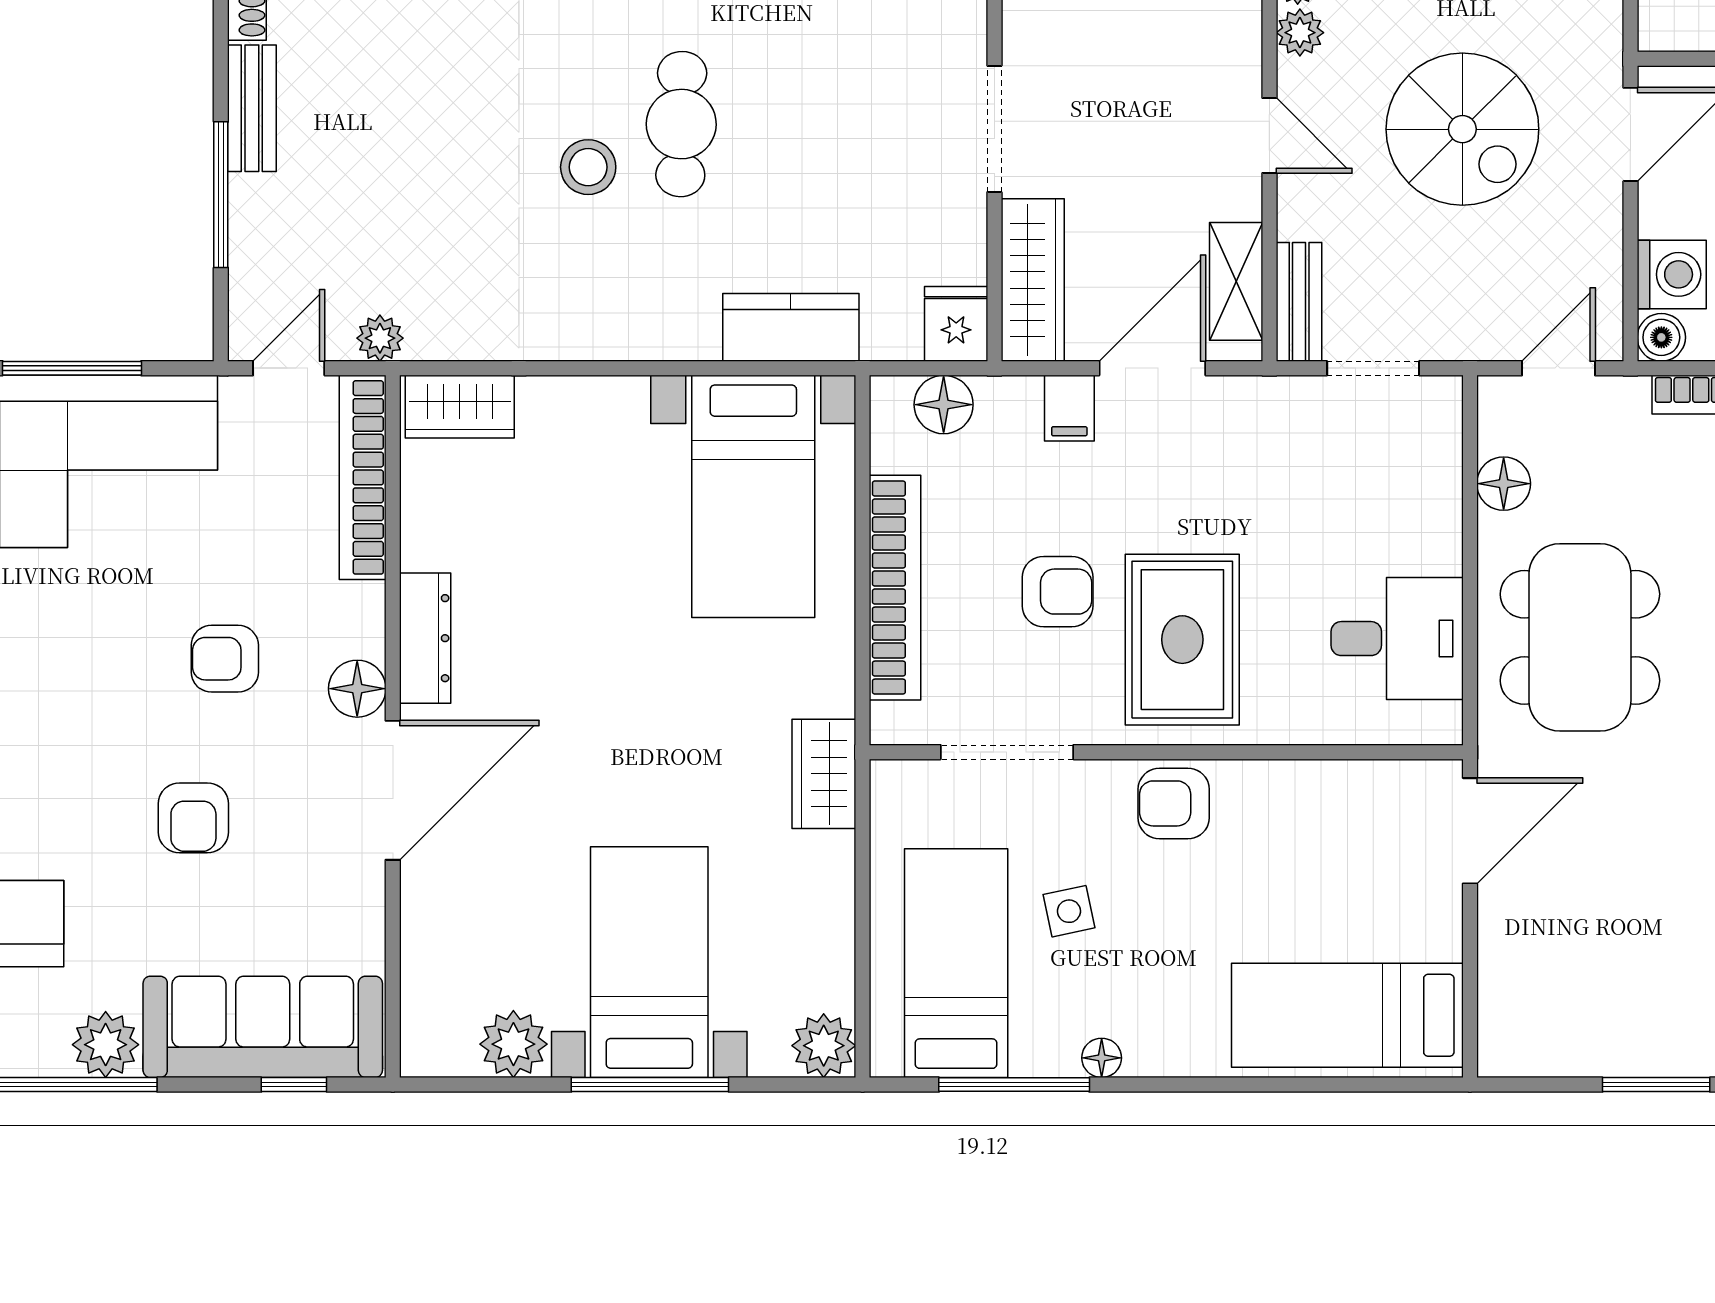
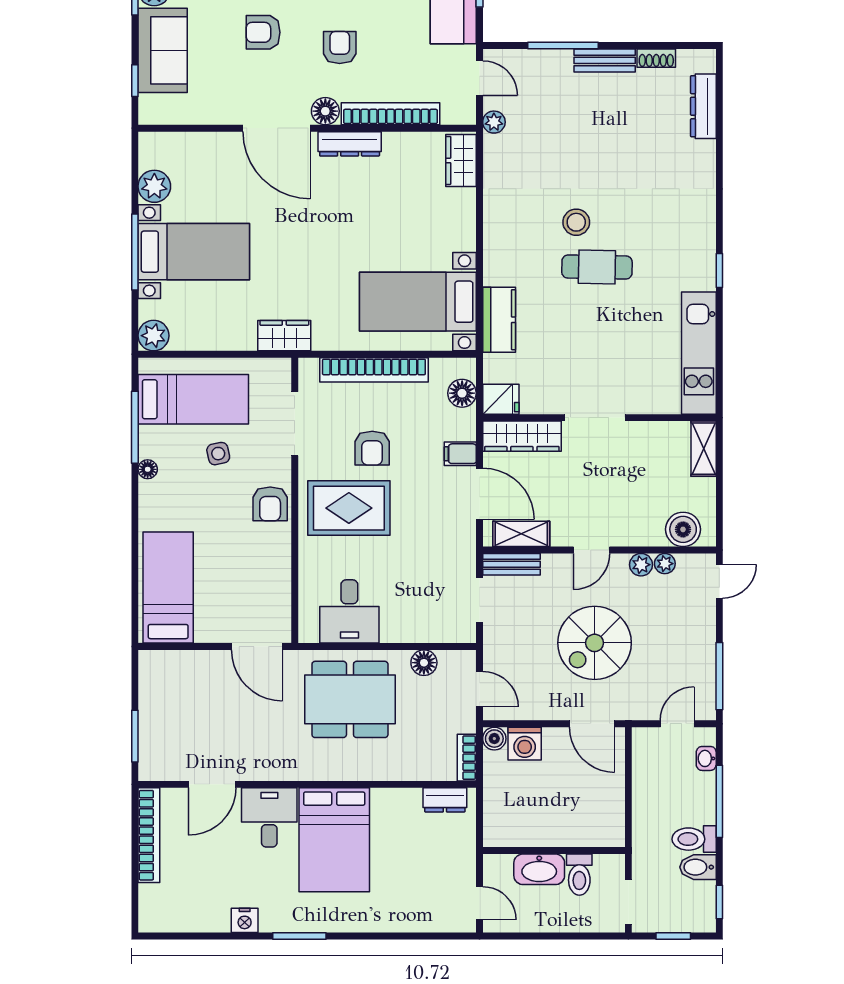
bookcase: (363, 477) -> (390, 114), moved
armchair: (1174, 803) -> (270, 504), turned 180
sofa: (263, 1027) -> (163, 50), width x0.73

